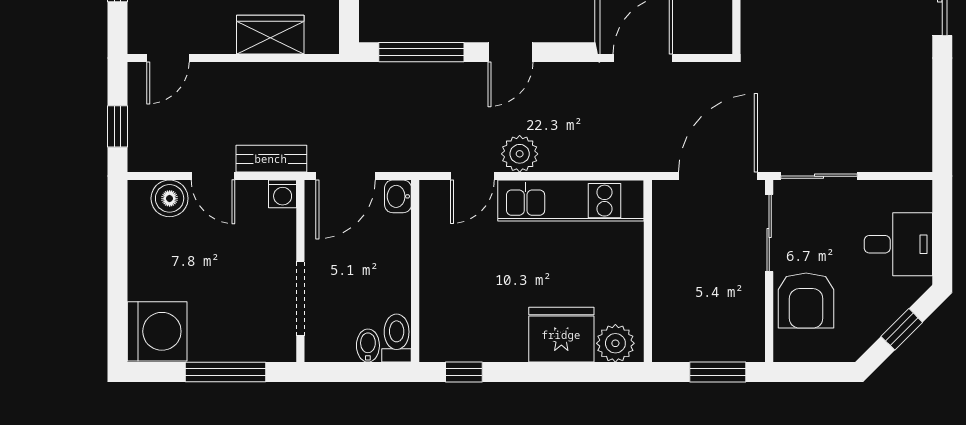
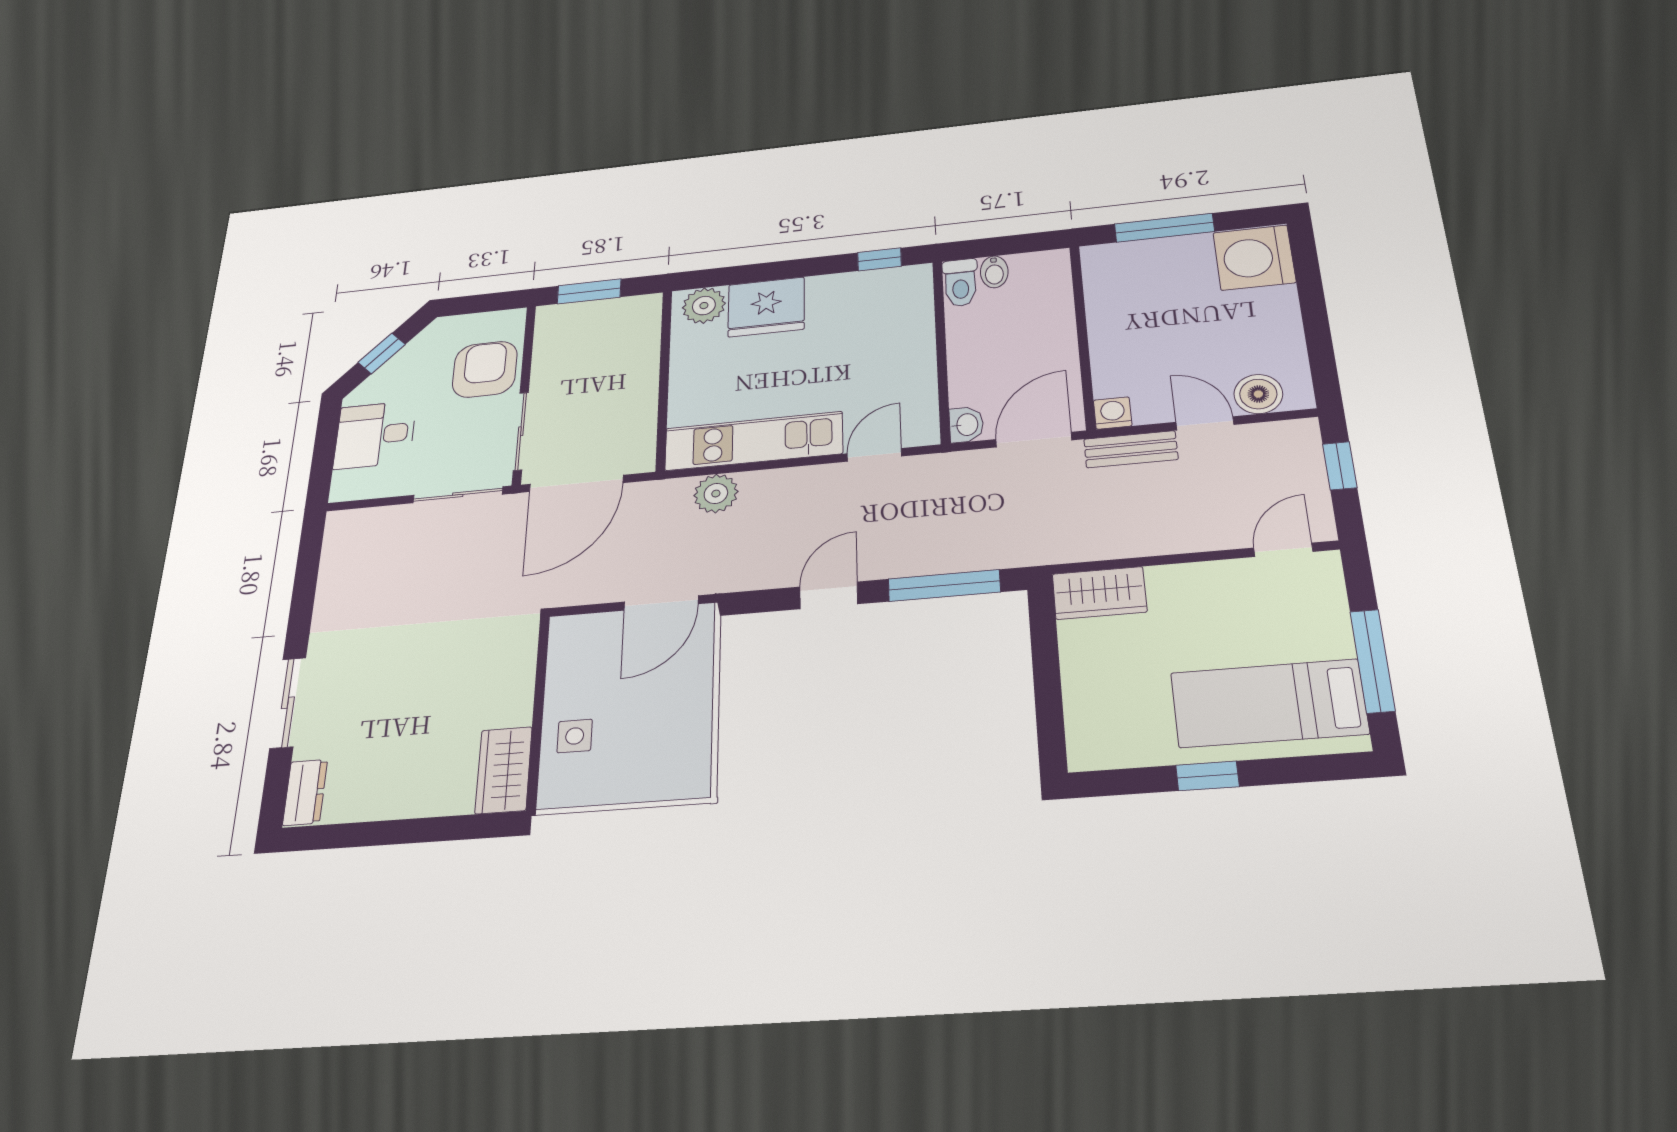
wardrobe: (270, 35) -> (1099, 593), moved
plant: (520, 154) -> (716, 494), moved
doorway: (300, 298) -> (1080, 309), removed

